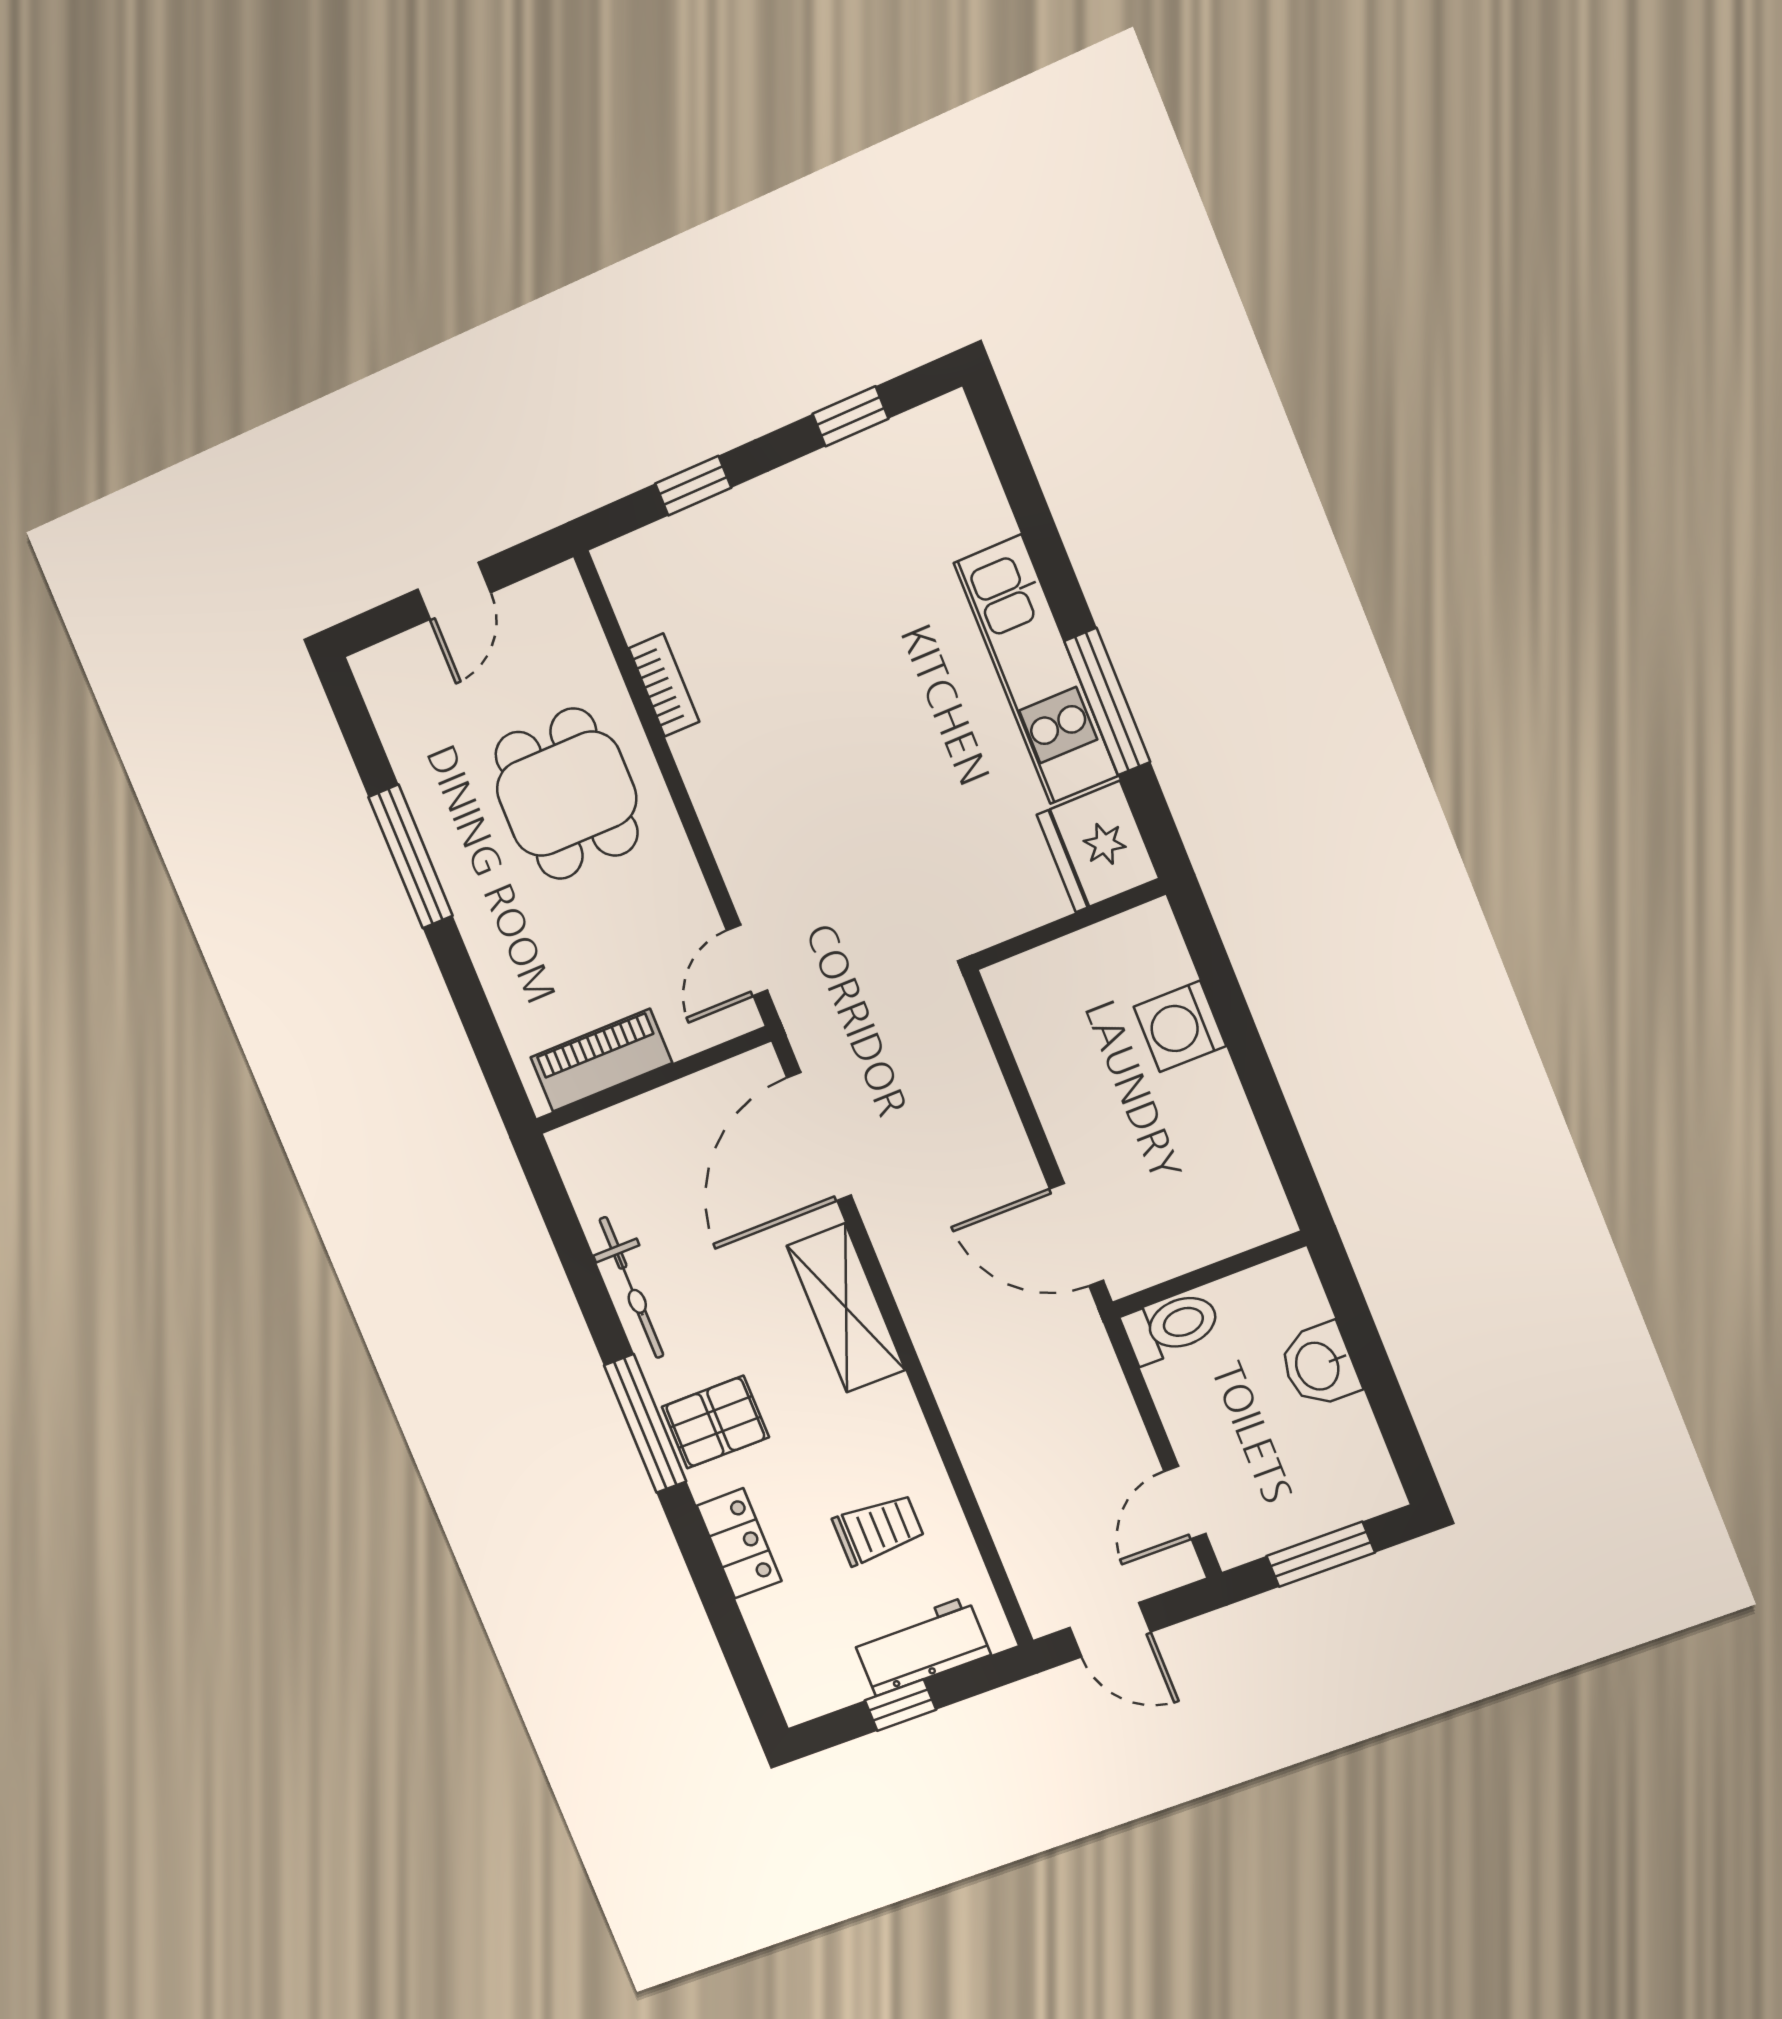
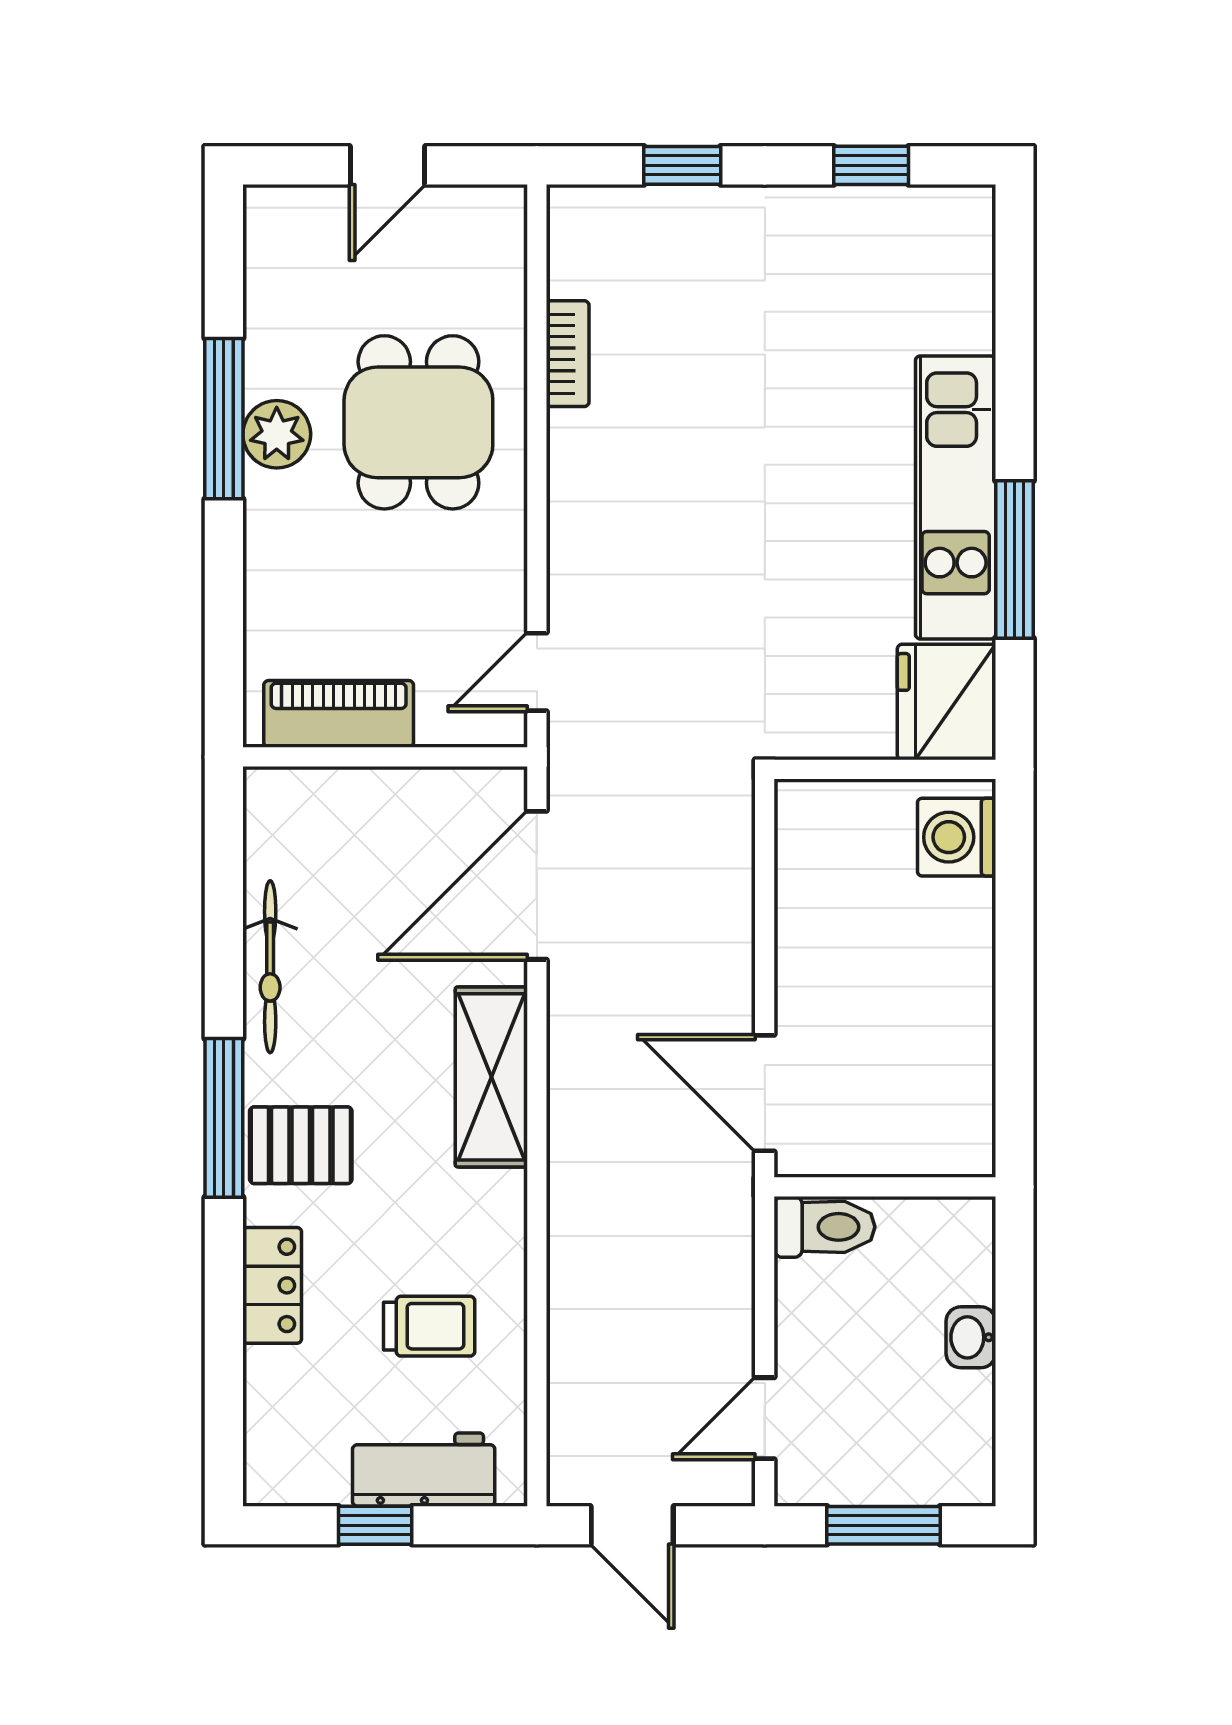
plant: (458, 851) -> (277, 434), added
washing machine: (1180, 1026) -> (957, 837), moved
washbasin: (1319, 1365) -> (971, 1337), width x0.72, depth x0.69

